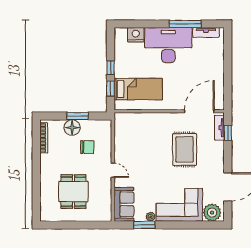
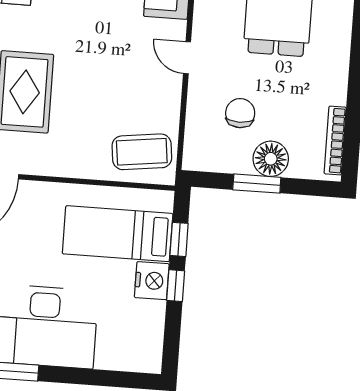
nightstand: (136, 35) -> (152, 281), moved, turned -90
coffee table: (130, 126) -> (142, 152), added
chair: (87, 147) -> (240, 113), turned 90

